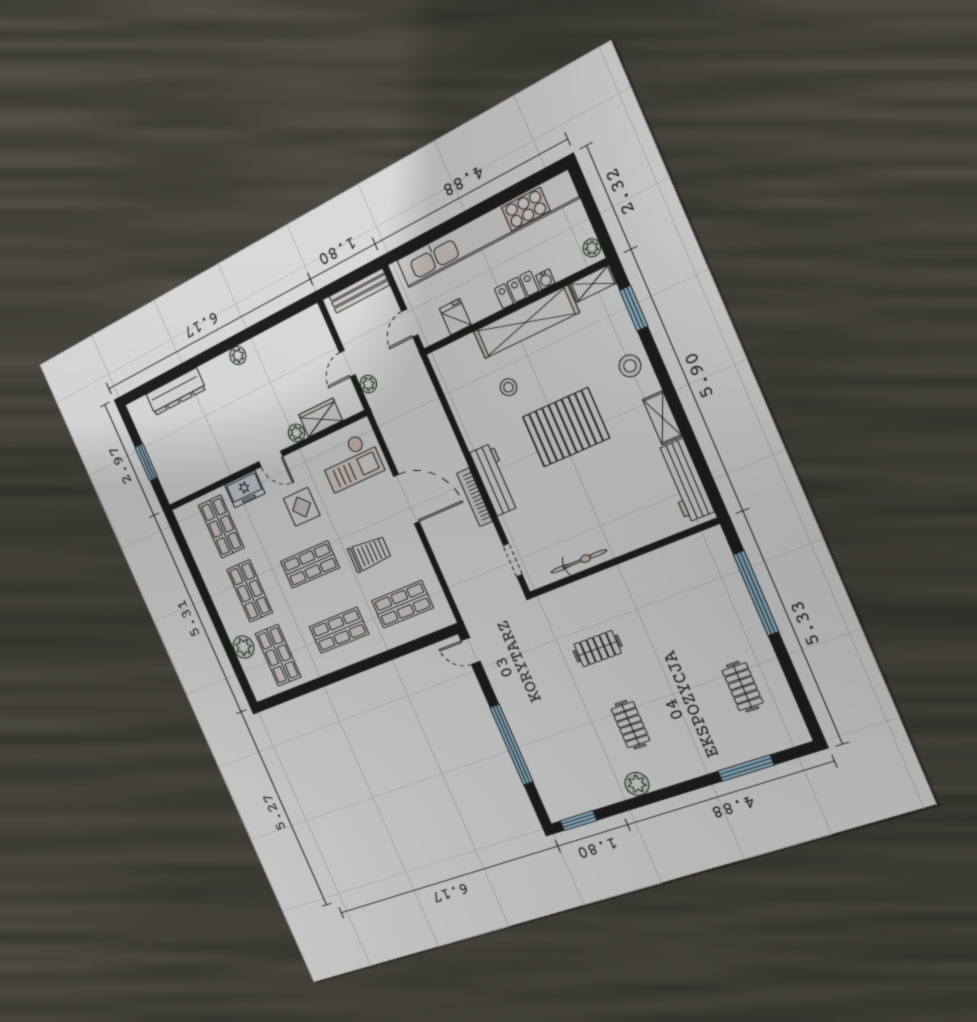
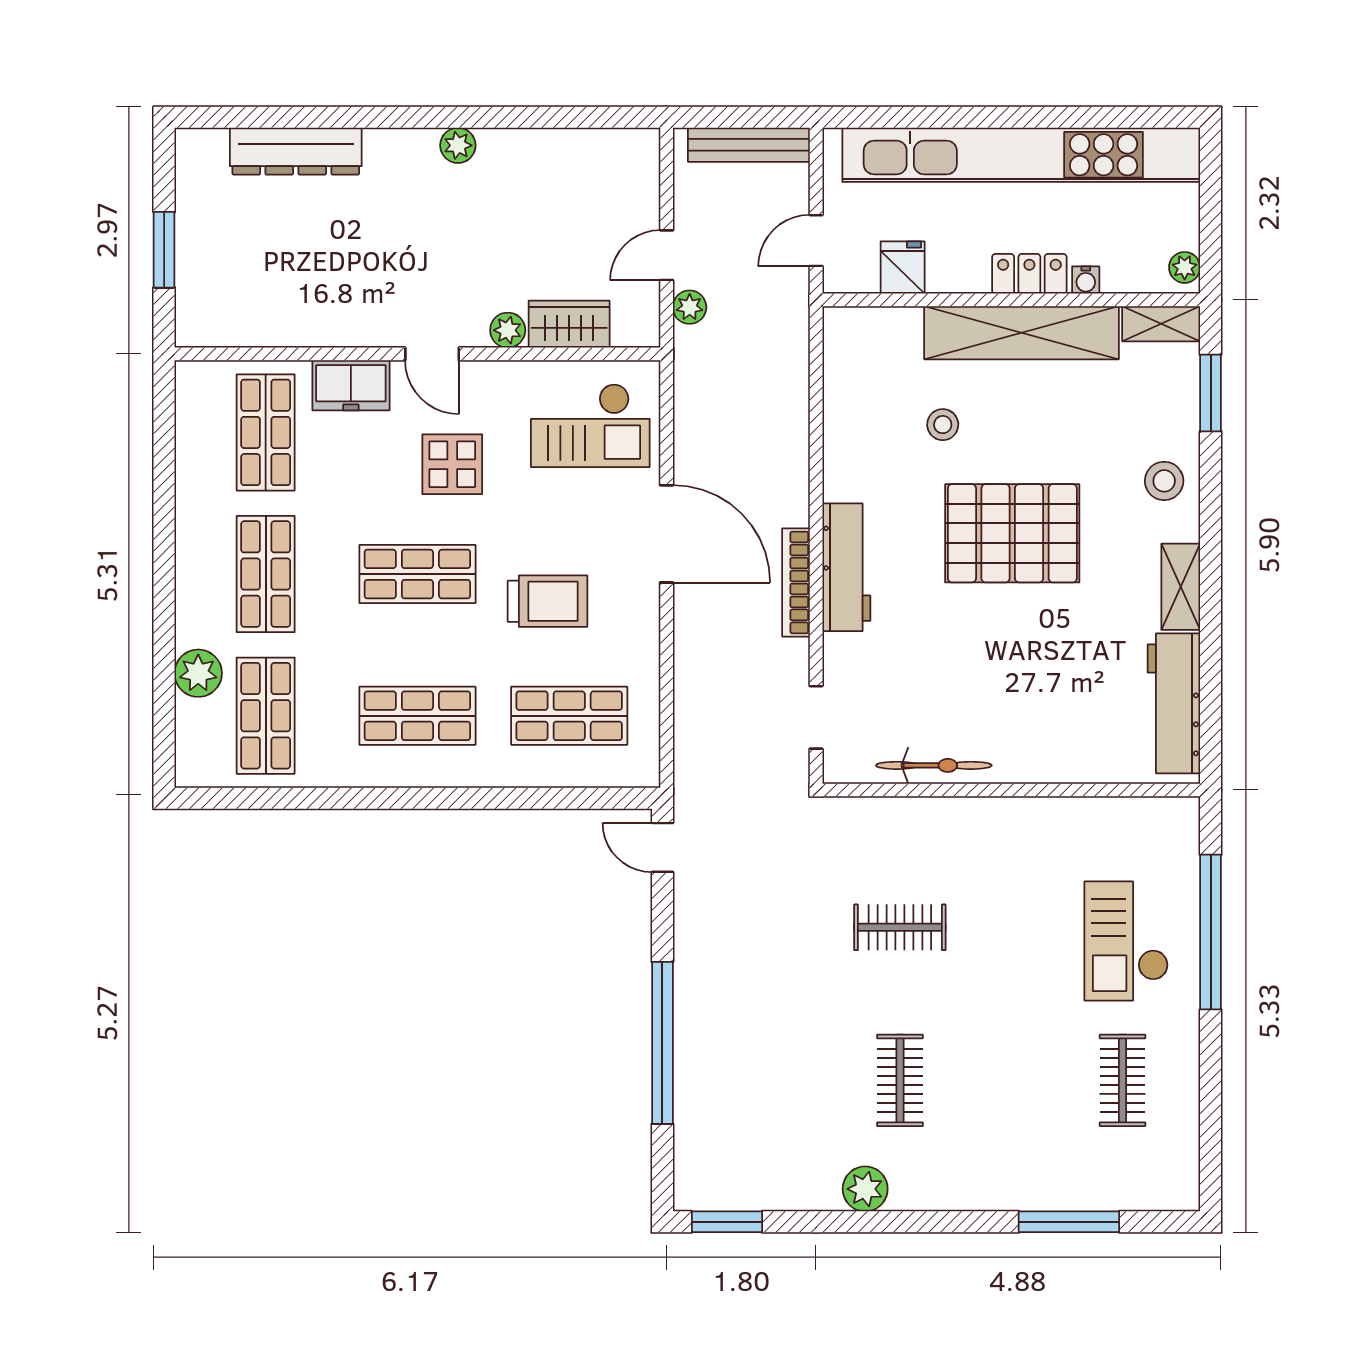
checkout: (714, 614) -> (1126, 941), added

